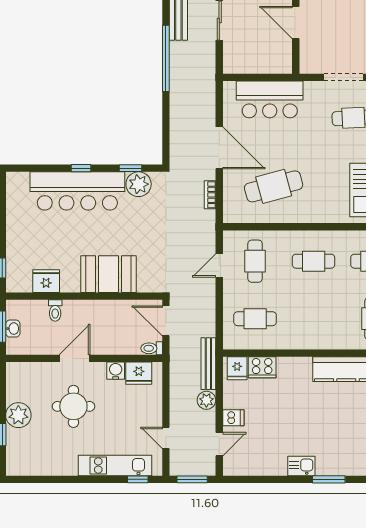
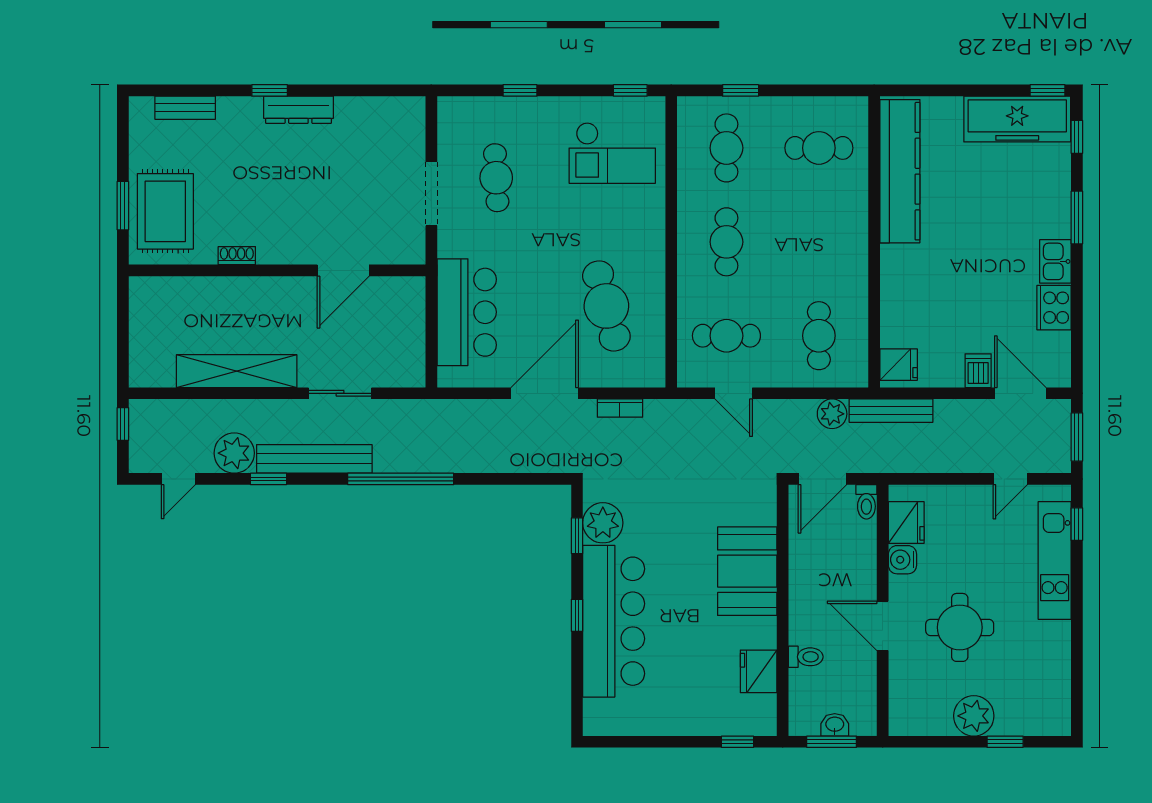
cooker: (262, 367) -> (1054, 308), moved, turned 180
plant: (206, 400) -> (832, 414), moved
door: (219, 444) -> (1020, 393), width x1.38

